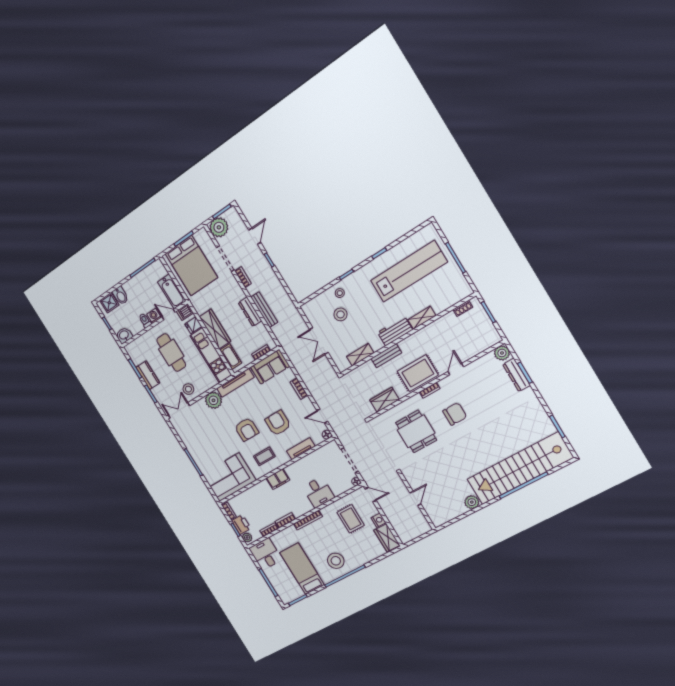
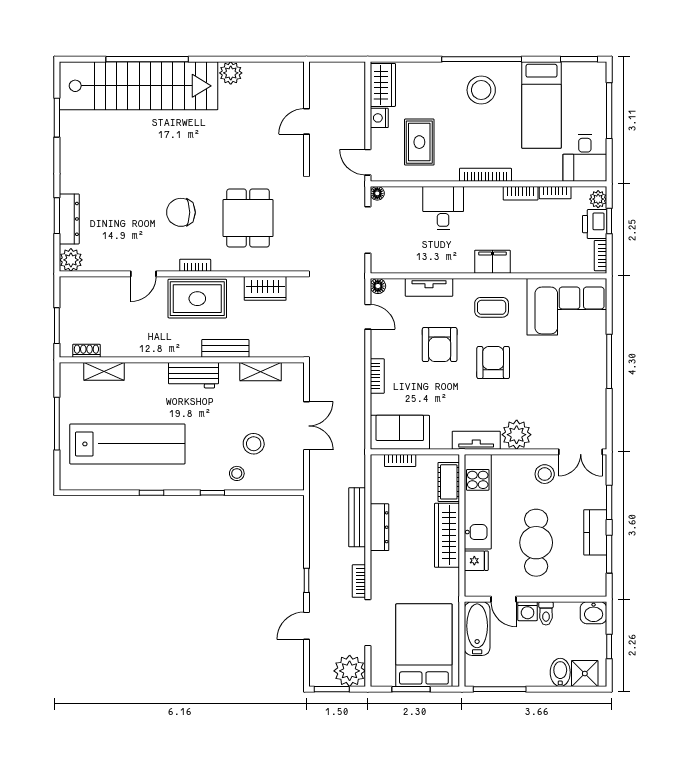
lab bench: (409, 271) -> (127, 444), turned 180
dishwasher: (185, 312) -> (477, 587), removed
shelving: (422, 318) -> (104, 371), moved
tv unit: (235, 383) -> (476, 440), width x0.71

